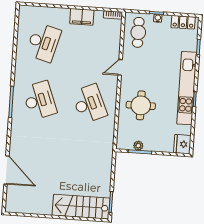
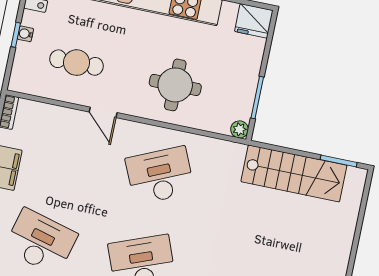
cafe table: (138, 32) -> (76, 63), moved
plant: (138, 146) -> (240, 129), moved
stairs: (81, 207) -> (294, 173), moved, turned -90

